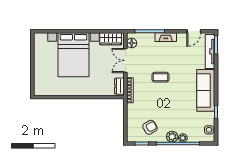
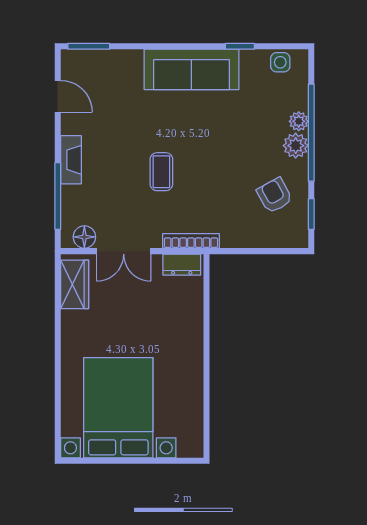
tv unit: (210, 51) -> (103, 60), removed
bed with nightstands: (73, 55) -> (118, 408), moved, turned -90

